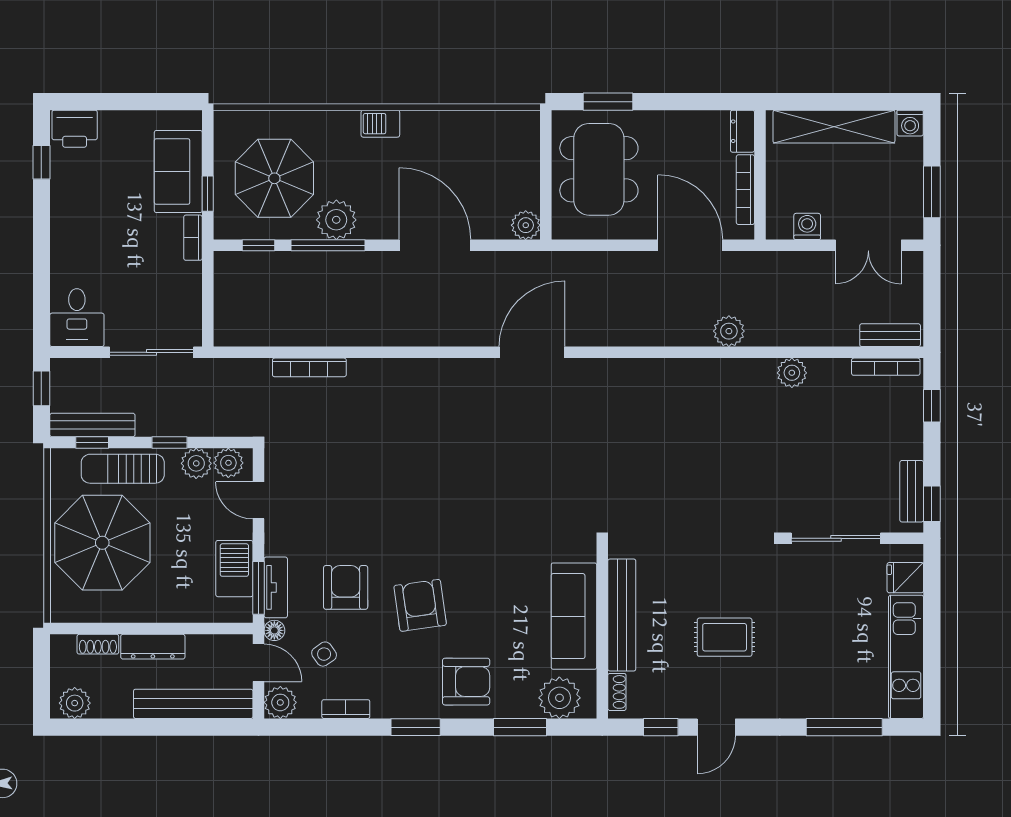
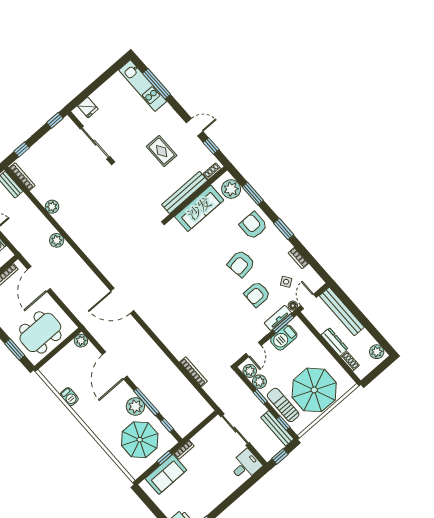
barbecue: (380, 124) -> (69, 397), moved
sun lounger: (123, 469) -> (283, 405), turned 180
bench: (912, 491) -> (57, 131), removed
kitchen unit: (906, 657) -> (143, 86), moved, turned 90
plant: (280, 702) -> (316, 282), removed

